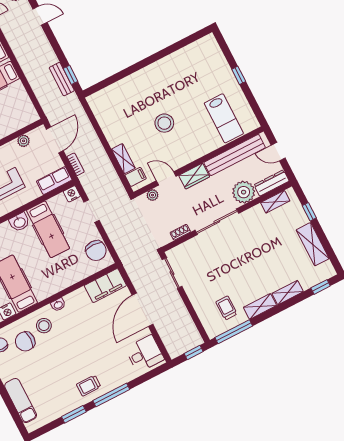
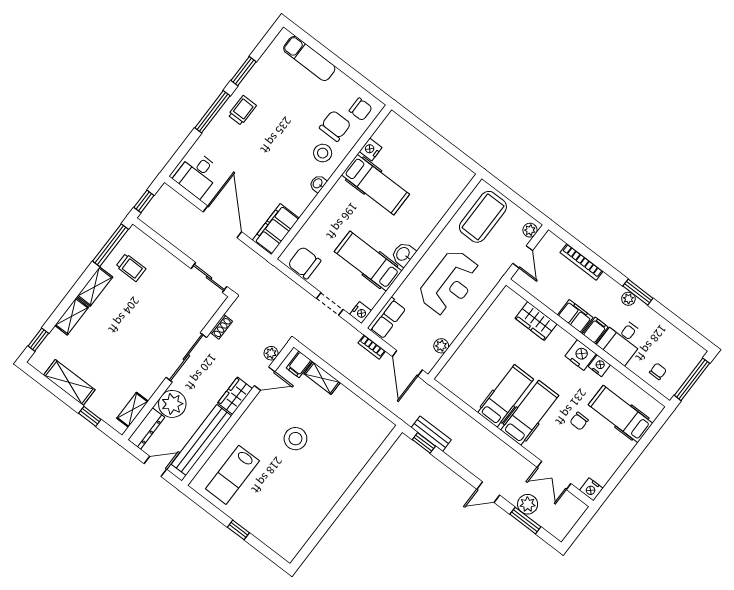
lab bench: (224, 118) -> (232, 475), turned -90

